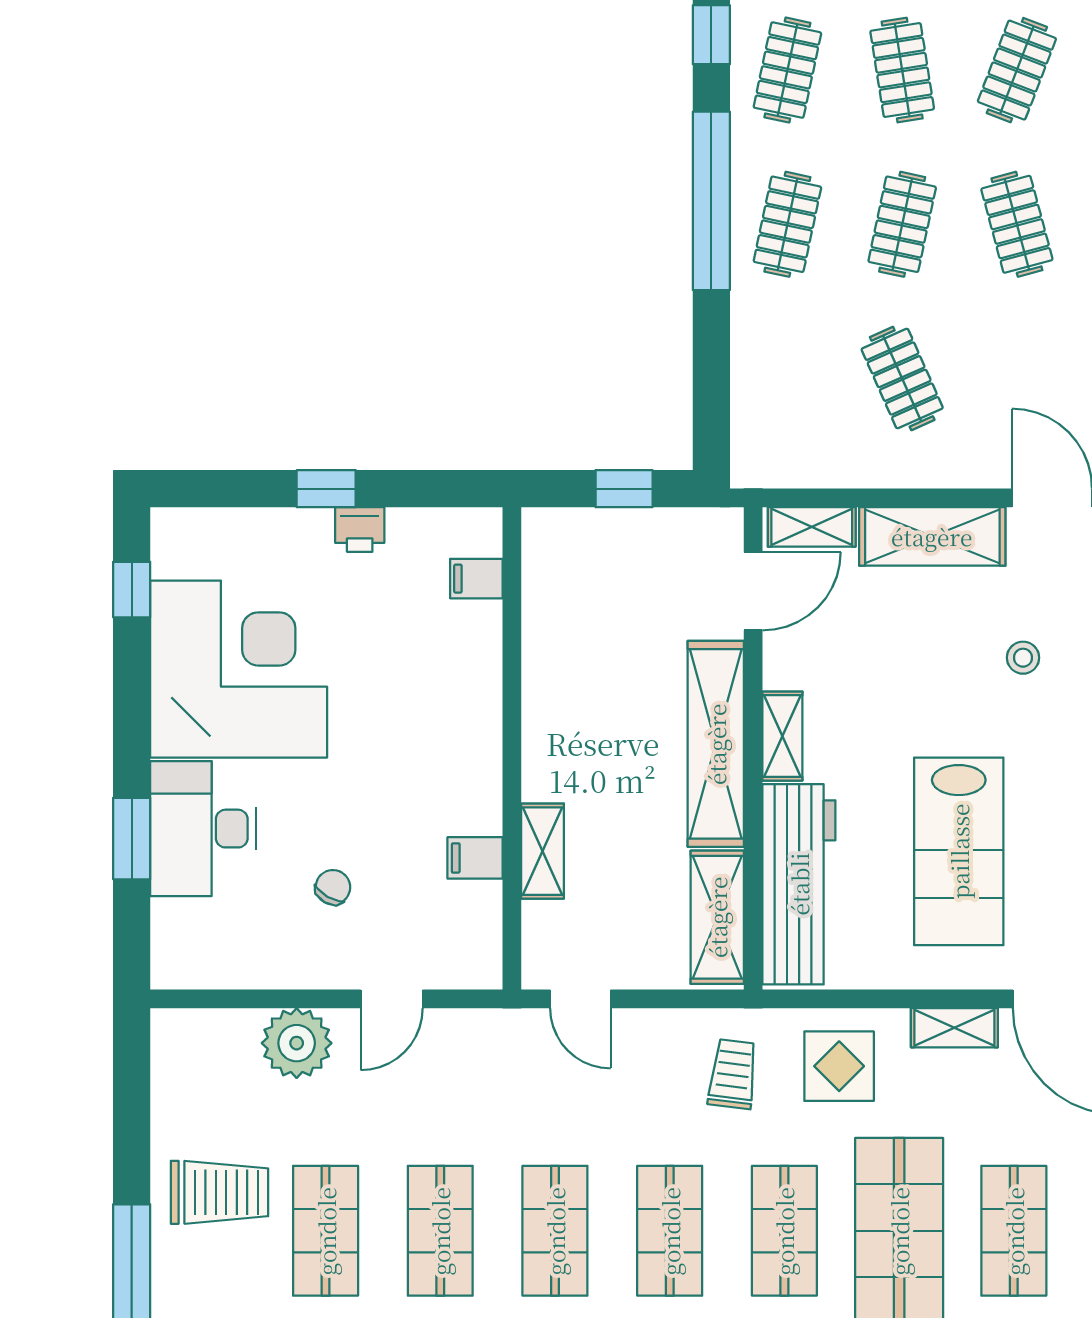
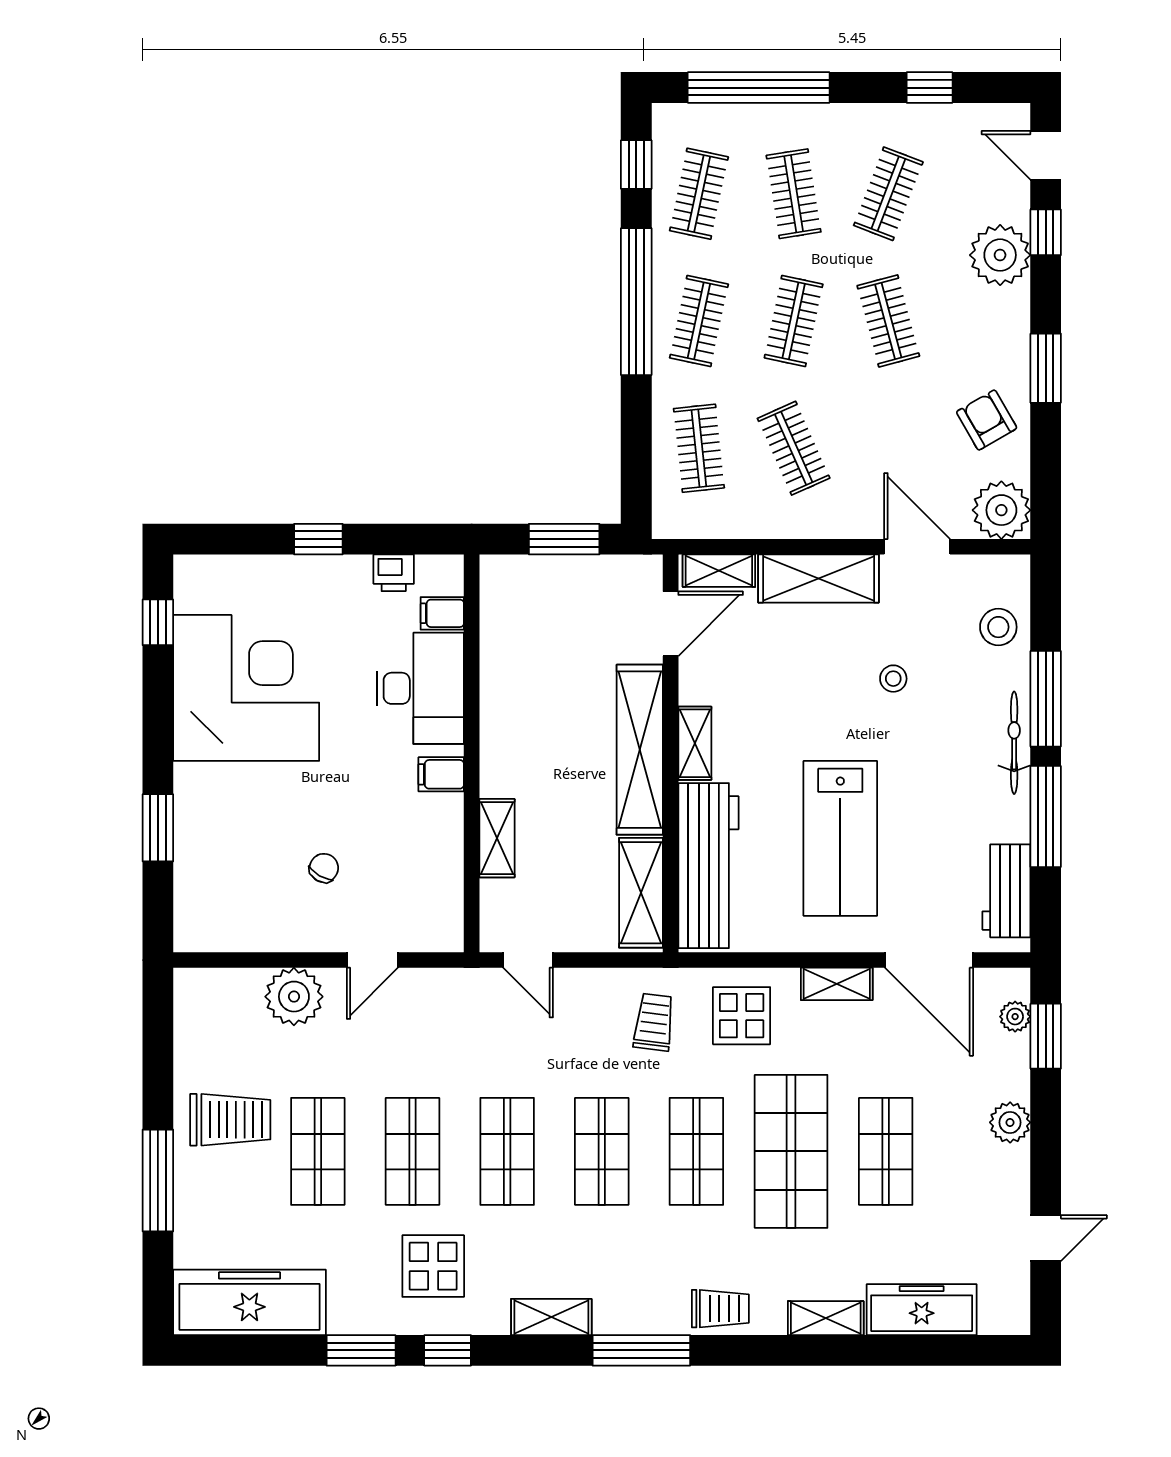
clothes rail: (787, 378) -> (699, 448), added
window: (624, 489) -> (564, 539), width x1.50
printer: (360, 529) -> (394, 573), moved
desk: (203, 829) -> (420, 688), moved, turned 180
filing cabinet: (475, 858) -> (441, 774), moved

